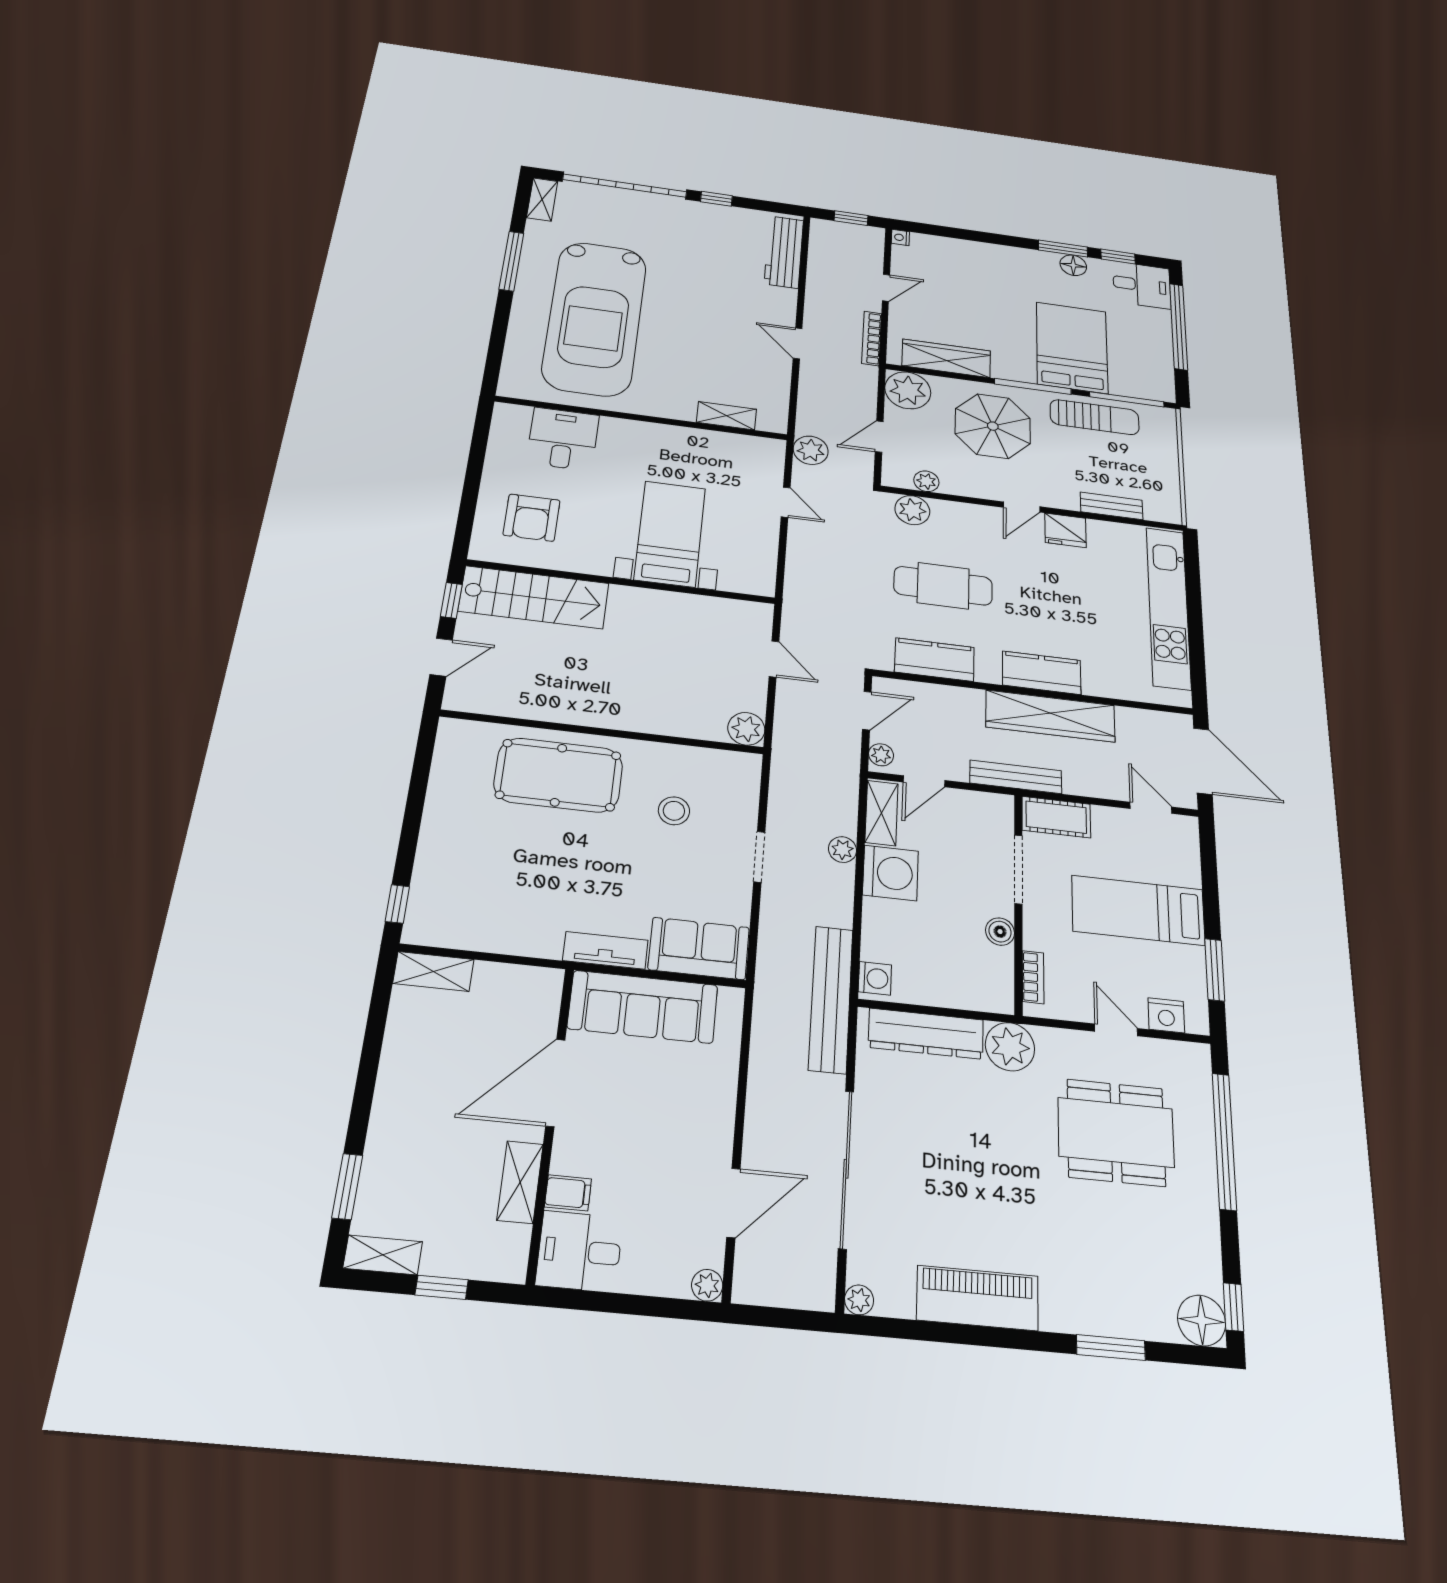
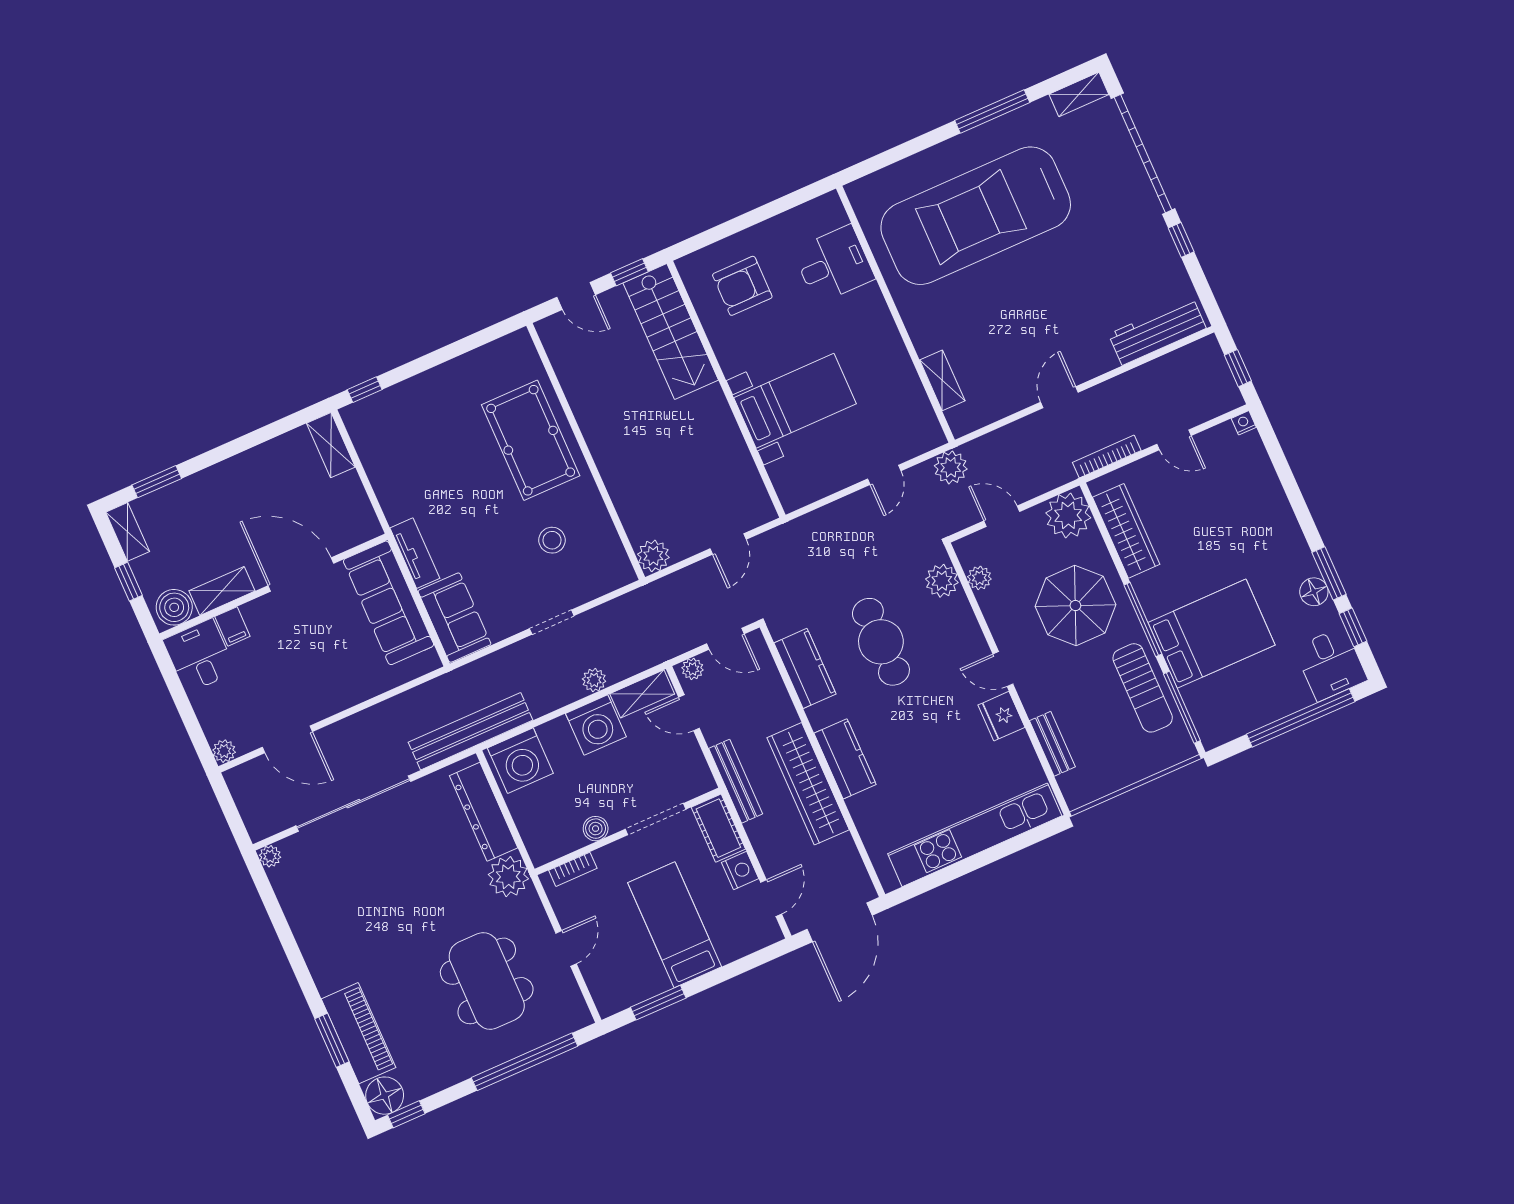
washing machine: (875, 978) -> (520, 761), width x1.89, depth x1.89
nightstand: (1166, 1015) -> (740, 871), moved, turned 180
boiler: (505, 1249) -> (174, 607), added
piano: (978, 1298) -> (359, 1033), moved

